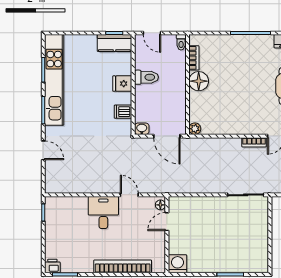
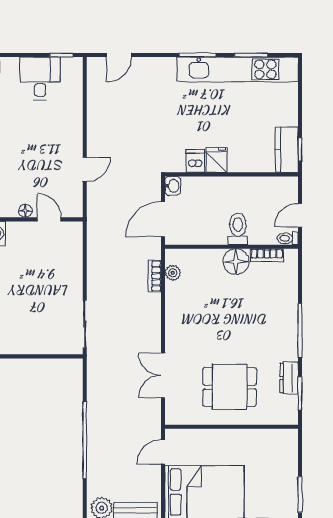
door: (152, 33) -> (300, 215), moved
toilet: (146, 77) -> (238, 229), moved, turned 180
fridge: (122, 84) -> (216, 160), moved
plant: (195, 129) -> (173, 273), moved
bookcase: (254, 142) -> (155, 276), moved
door: (43, 150) -> (119, 55), moved
floor lamp: (160, 205) -> (25, 211), moved
desk: (103, 213) -> (40, 78), moved, turned -90

